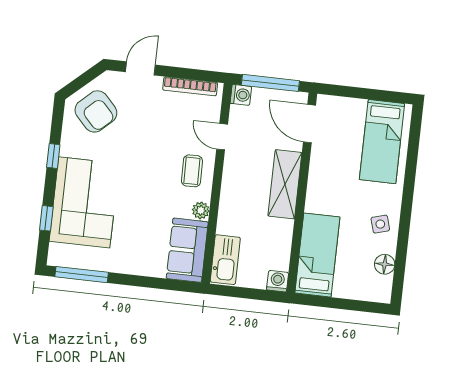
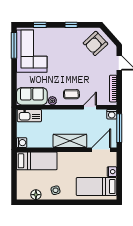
nightstand: (356, 107) -> (112, 172), added
corner sofa: (84, 202) -> (32, 51), moved, turned -90

